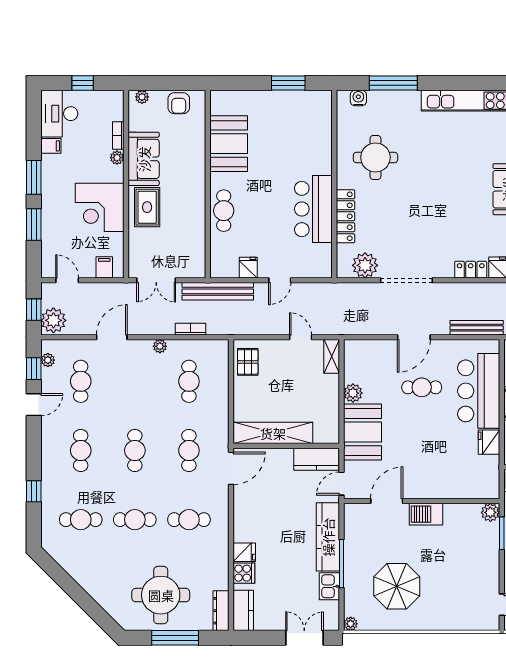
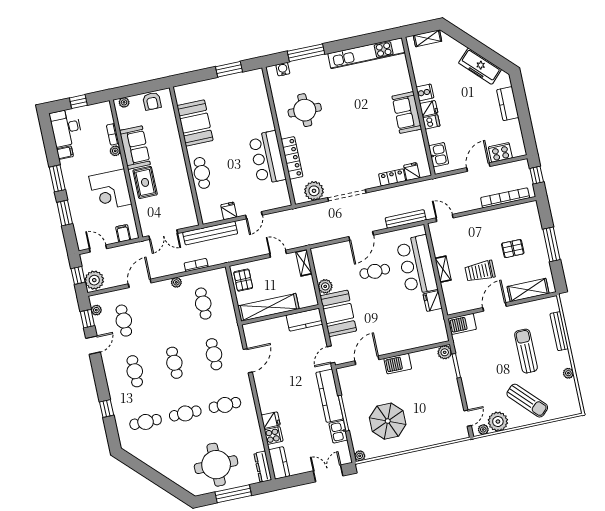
shelving: (273, 433) -> (268, 307), moved
wall: (286, 446) -> (280, 315), moved
kitchen counter: (316, 459) -> (304, 320), moved

